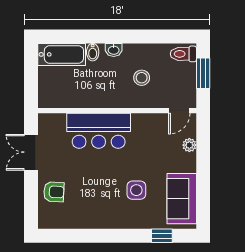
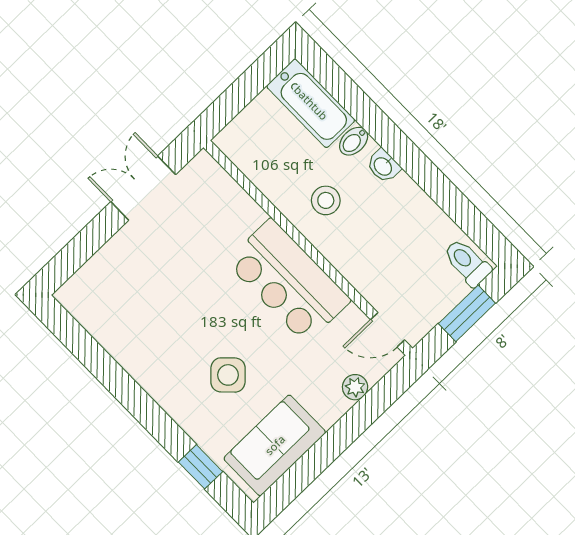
stool: (142, 78) -> (326, 200), moved
bar counter: (99, 131) -> (288, 281), moved
side table: (136, 190) -> (228, 375), turned 45
armchair: (54, 192) -> (120, 269), removed

